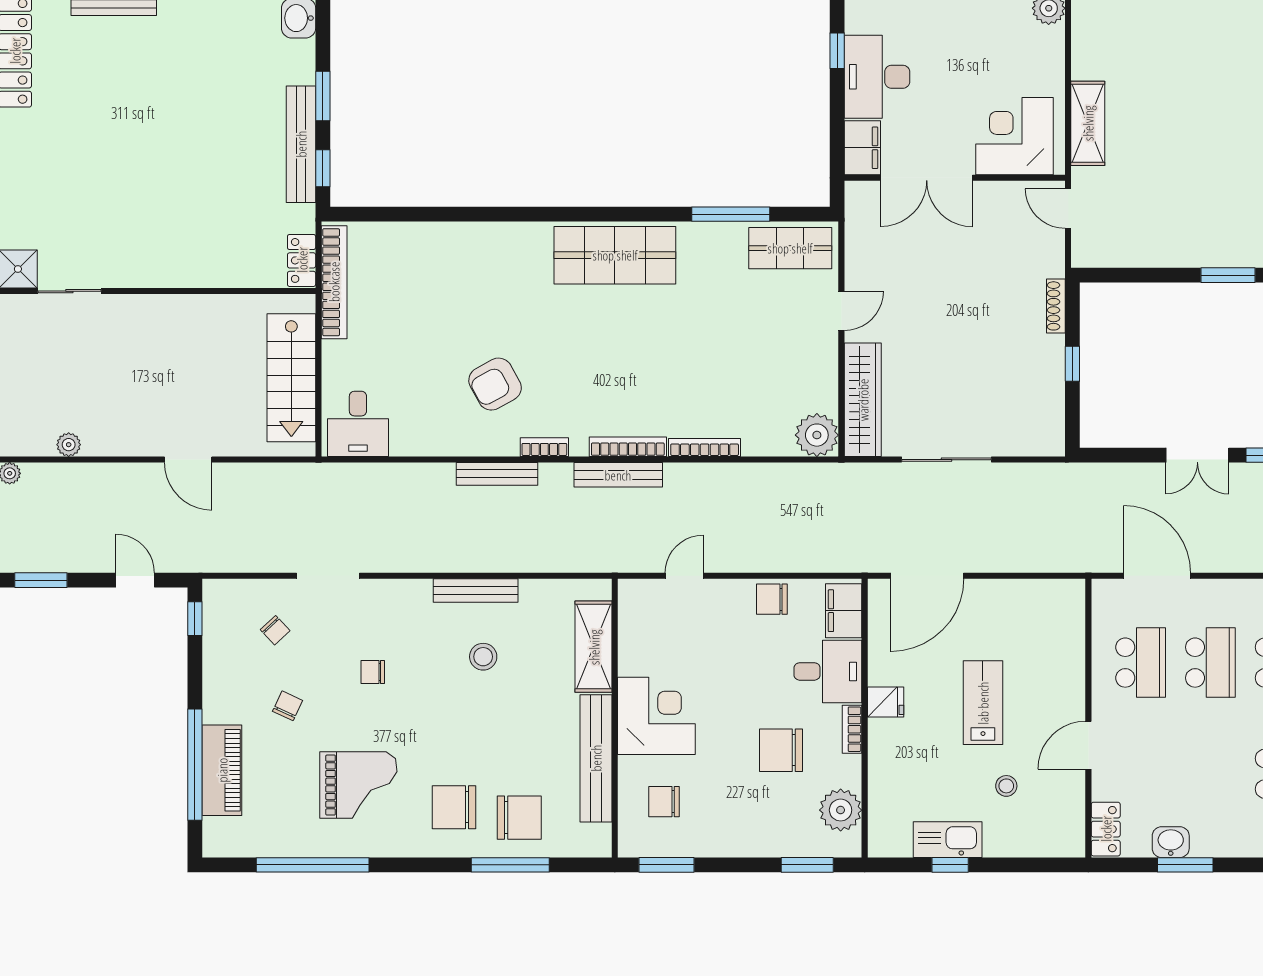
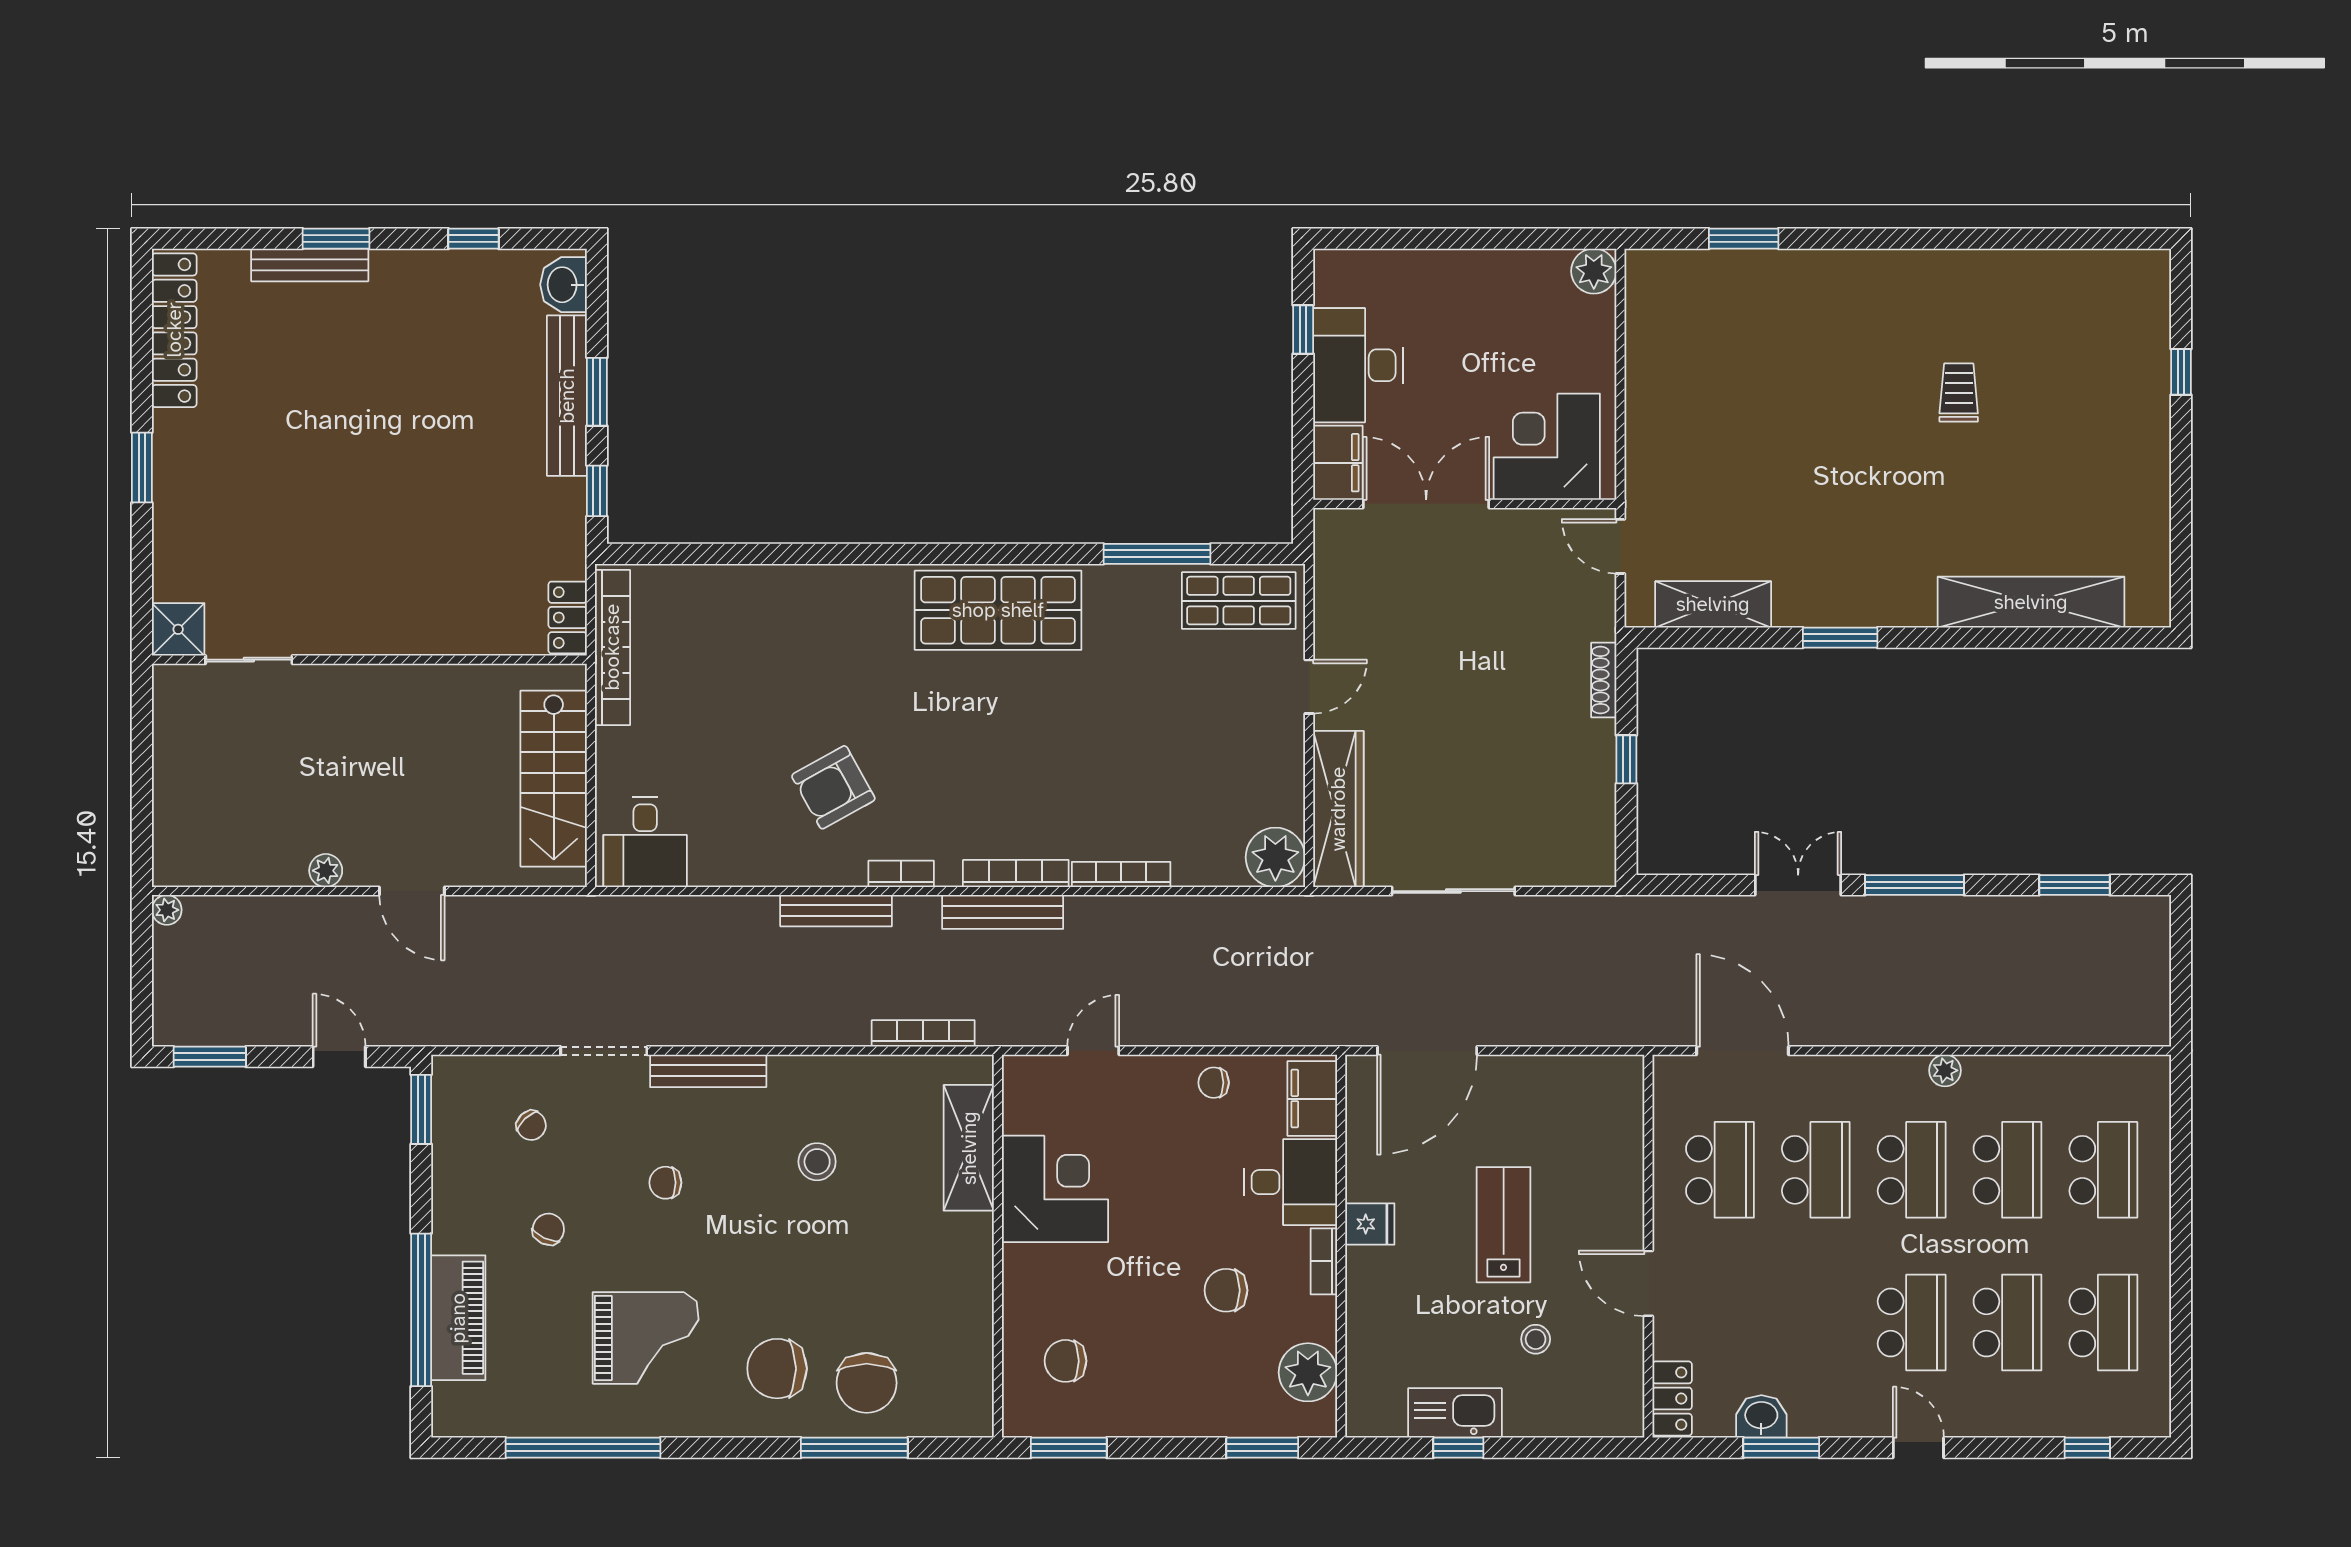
shelving: (1088, 123) -> (1713, 604), moved, turned 90
bench: (301, 144) -> (567, 396), moved
double door: (927, 178) -> (1426, 504), swing flipped
plant: (69, 445) -> (326, 871), moved
double door: (1197, 455) -> (1798, 885), swing flipped
bookcase: (560, 563) -> (923, 1033), added
bench: (476, 591) -> (708, 1071), moved
chair: (772, 599) -> (1214, 1083), width x0.73, depth x0.73
window: (195, 619) -> (421, 1109), width x1.50
corner desk: (656, 716) -> (1055, 1189), moved
door: (1088, 745) -> (1648, 1283), hinge flipped
chair: (781, 750) -> (1226, 1290), width x0.73, depth x0.73
bench: (596, 758) -> (972, 1301), removed
chair: (519, 818) -> (867, 1383), turned 90

